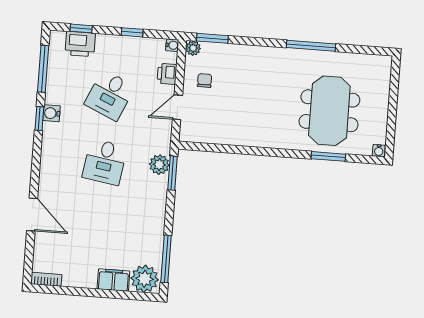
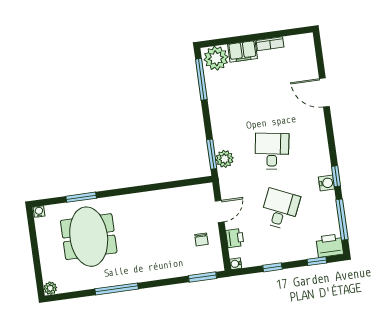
printer: (80, 44) -> (330, 246), moved
plant: (193, 48) -> (50, 288), moved
bookcase: (46, 279) -> (270, 44), moved

